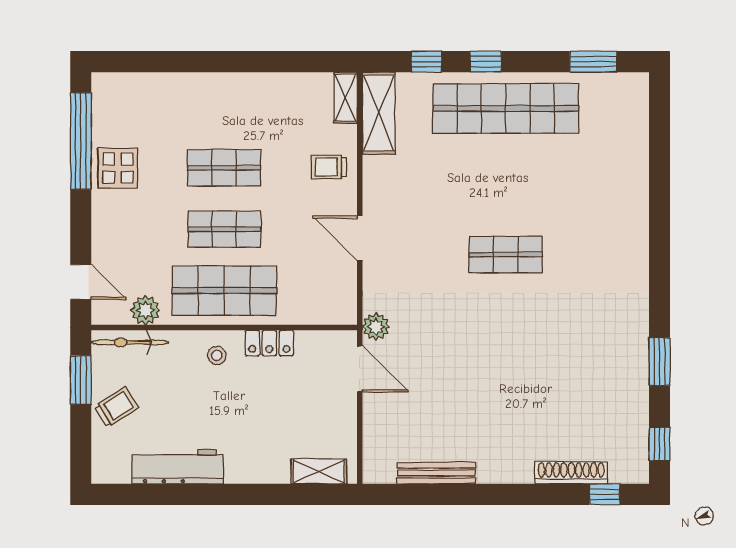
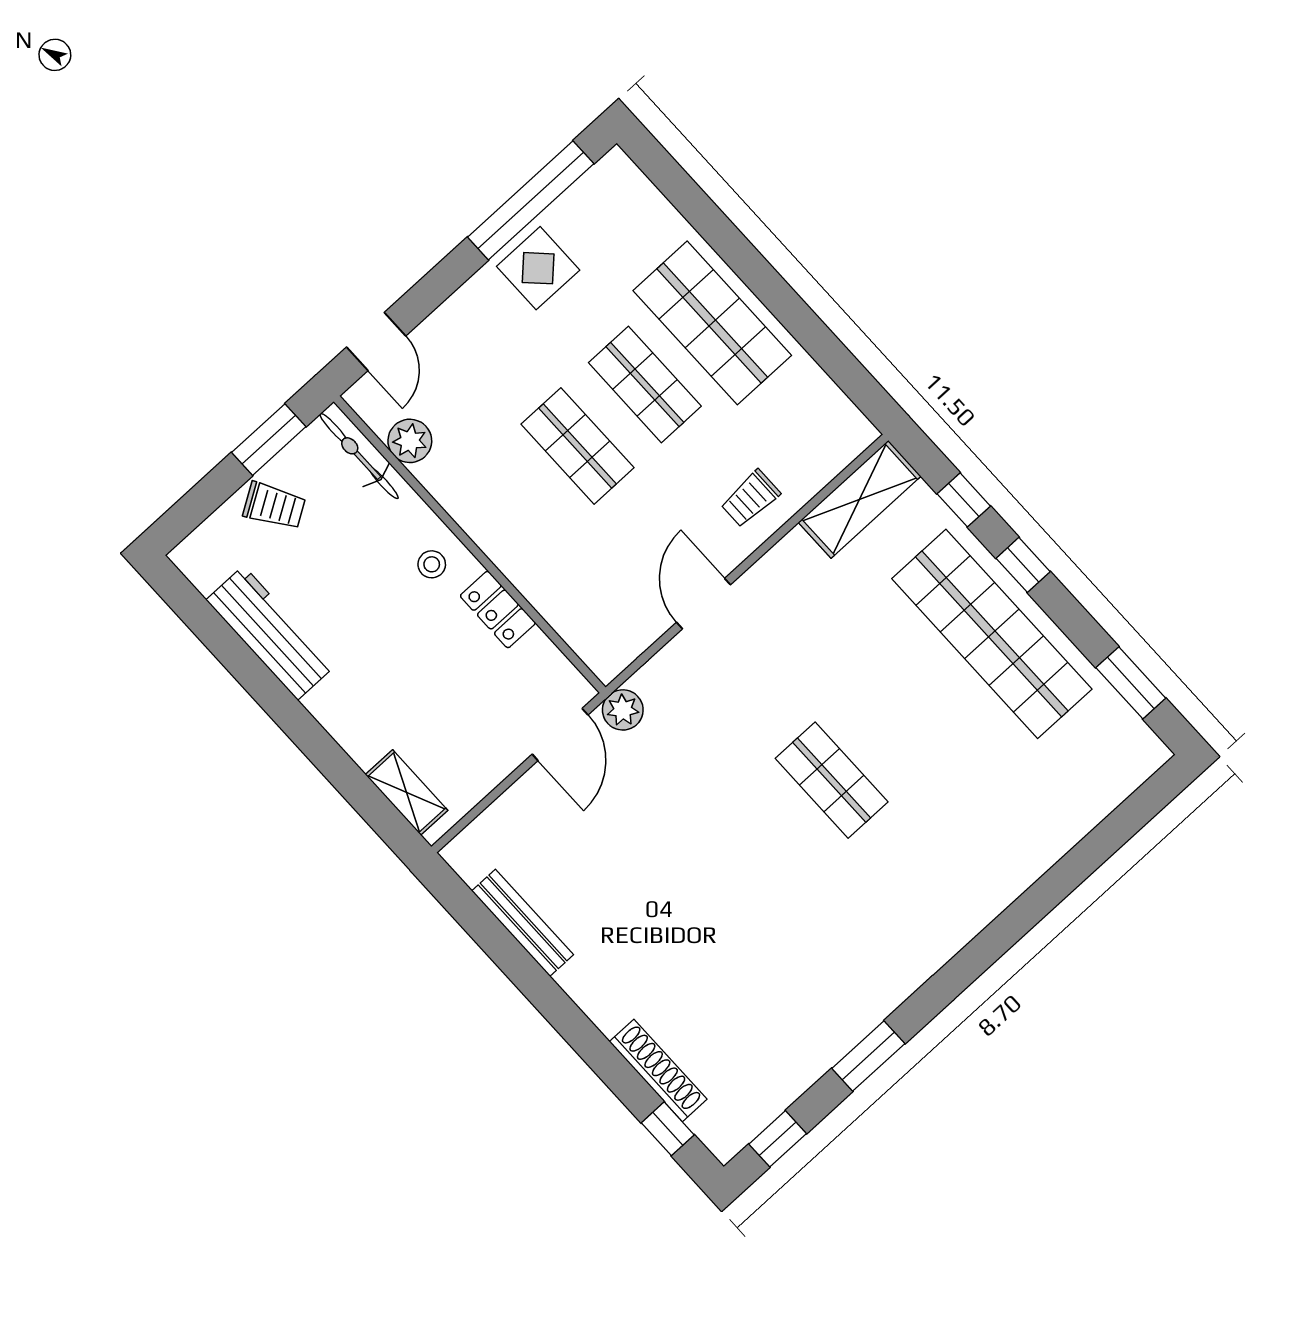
shelving: (346, 98) -> (843, 447), removed
trolley: (329, 167) -> (750, 499), turned -90
shop shelf: (224, 291) -> (712, 323), moved

